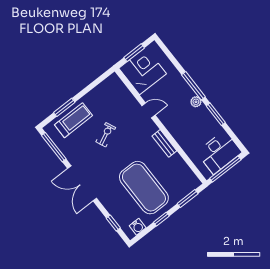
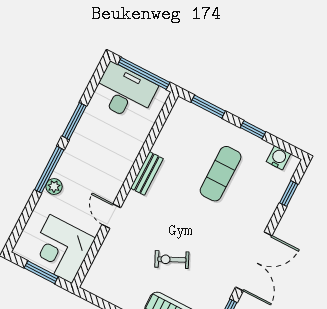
plant: (196, 102) -> (54, 186), moved
exercise mat: (144, 188) -> (221, 174), width x0.50, depth x0.69

